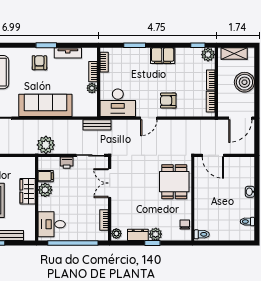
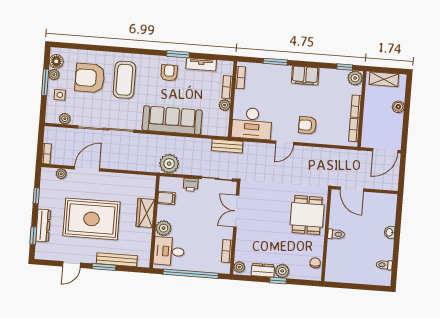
boiler: (244, 82) -> (398, 107), width x0.54, depth x0.54
plant: (45, 190) -> (164, 228), moved
toilet: (202, 234) -> (336, 234), moved

